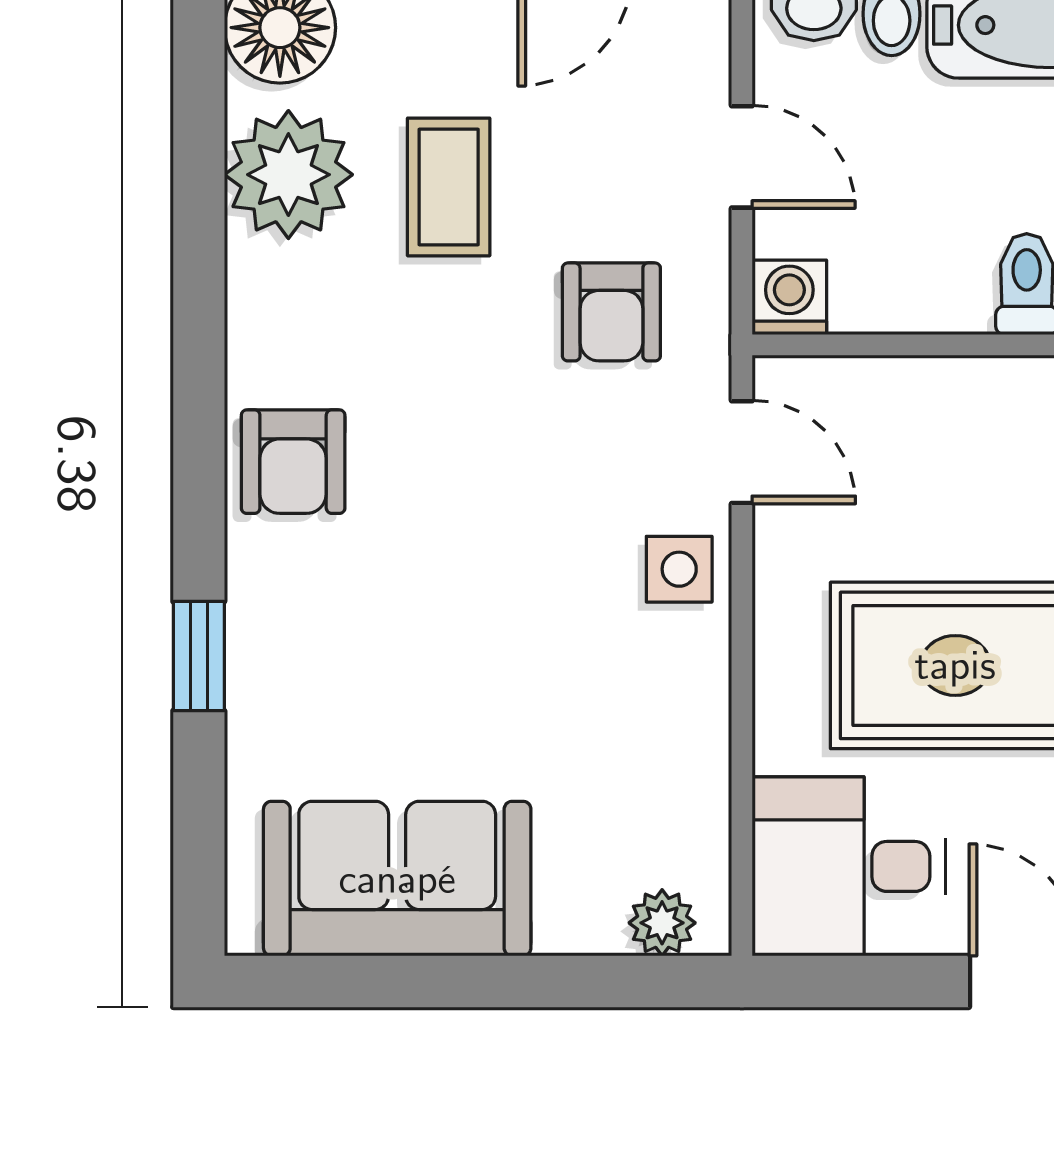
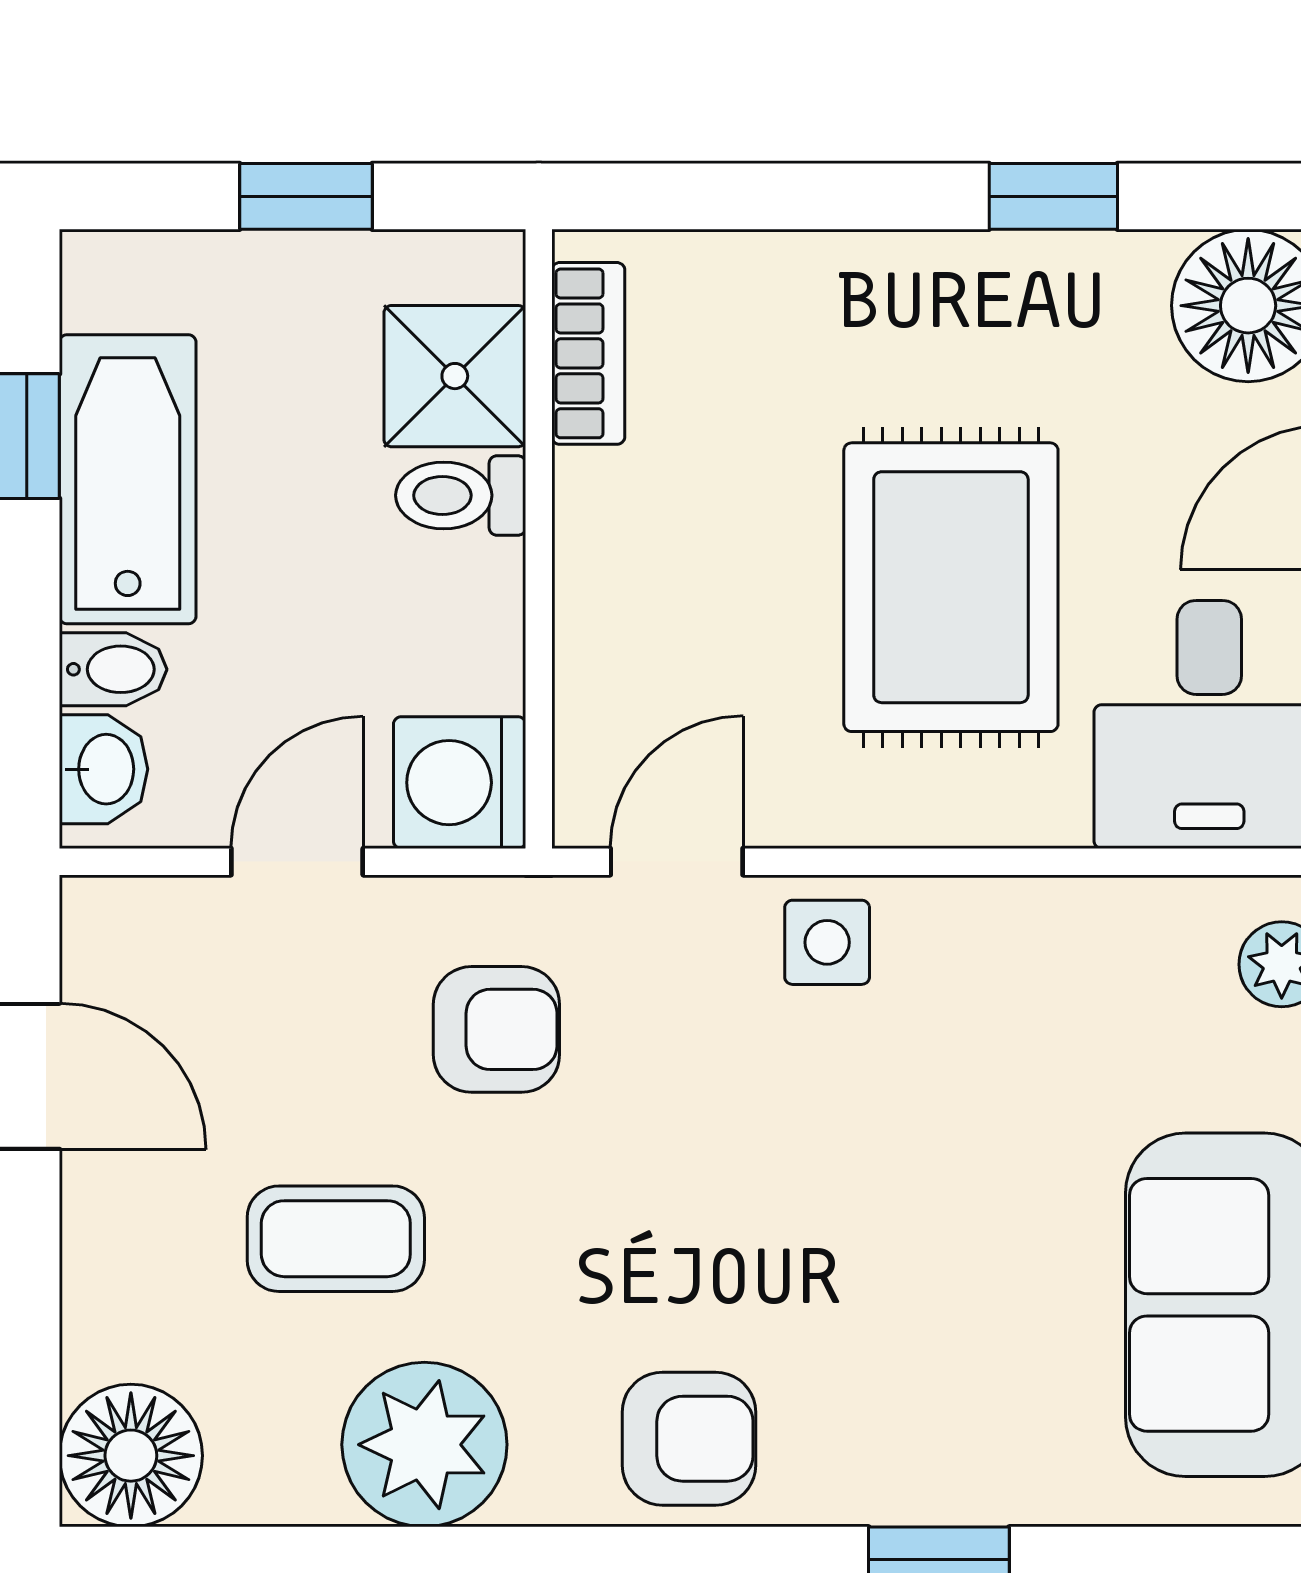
plant: (288, 175) -> (424, 1445), moved
washing machine: (789, 297) -> (460, 783), width x1.38, depth x1.38

